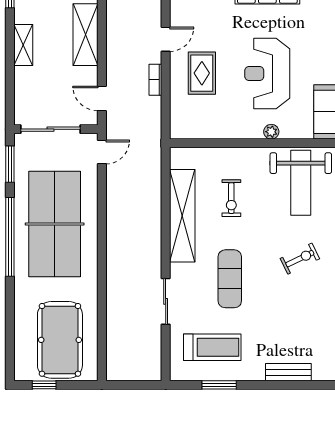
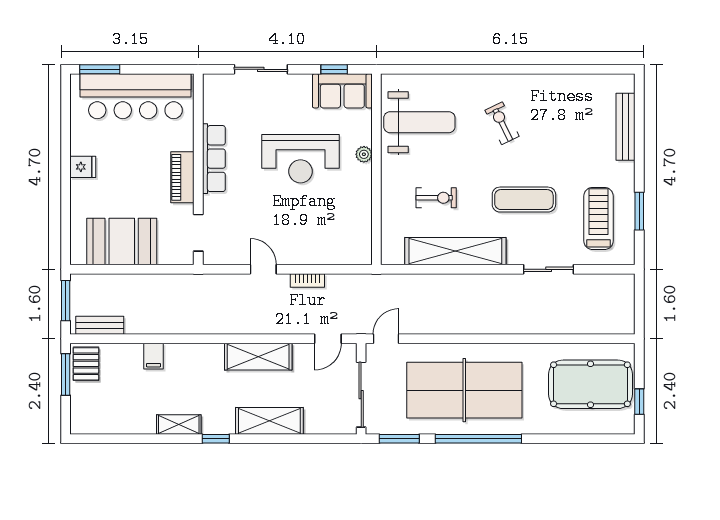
shelving: (23, 45) -> (269, 421), width x1.50, depth x1.33
rug: (202, 73) -> (300, 230), removed
door: (102, 152) -> (386, 339), hinge flipped
bench: (288, 372) -> (626, 127), width x1.36

